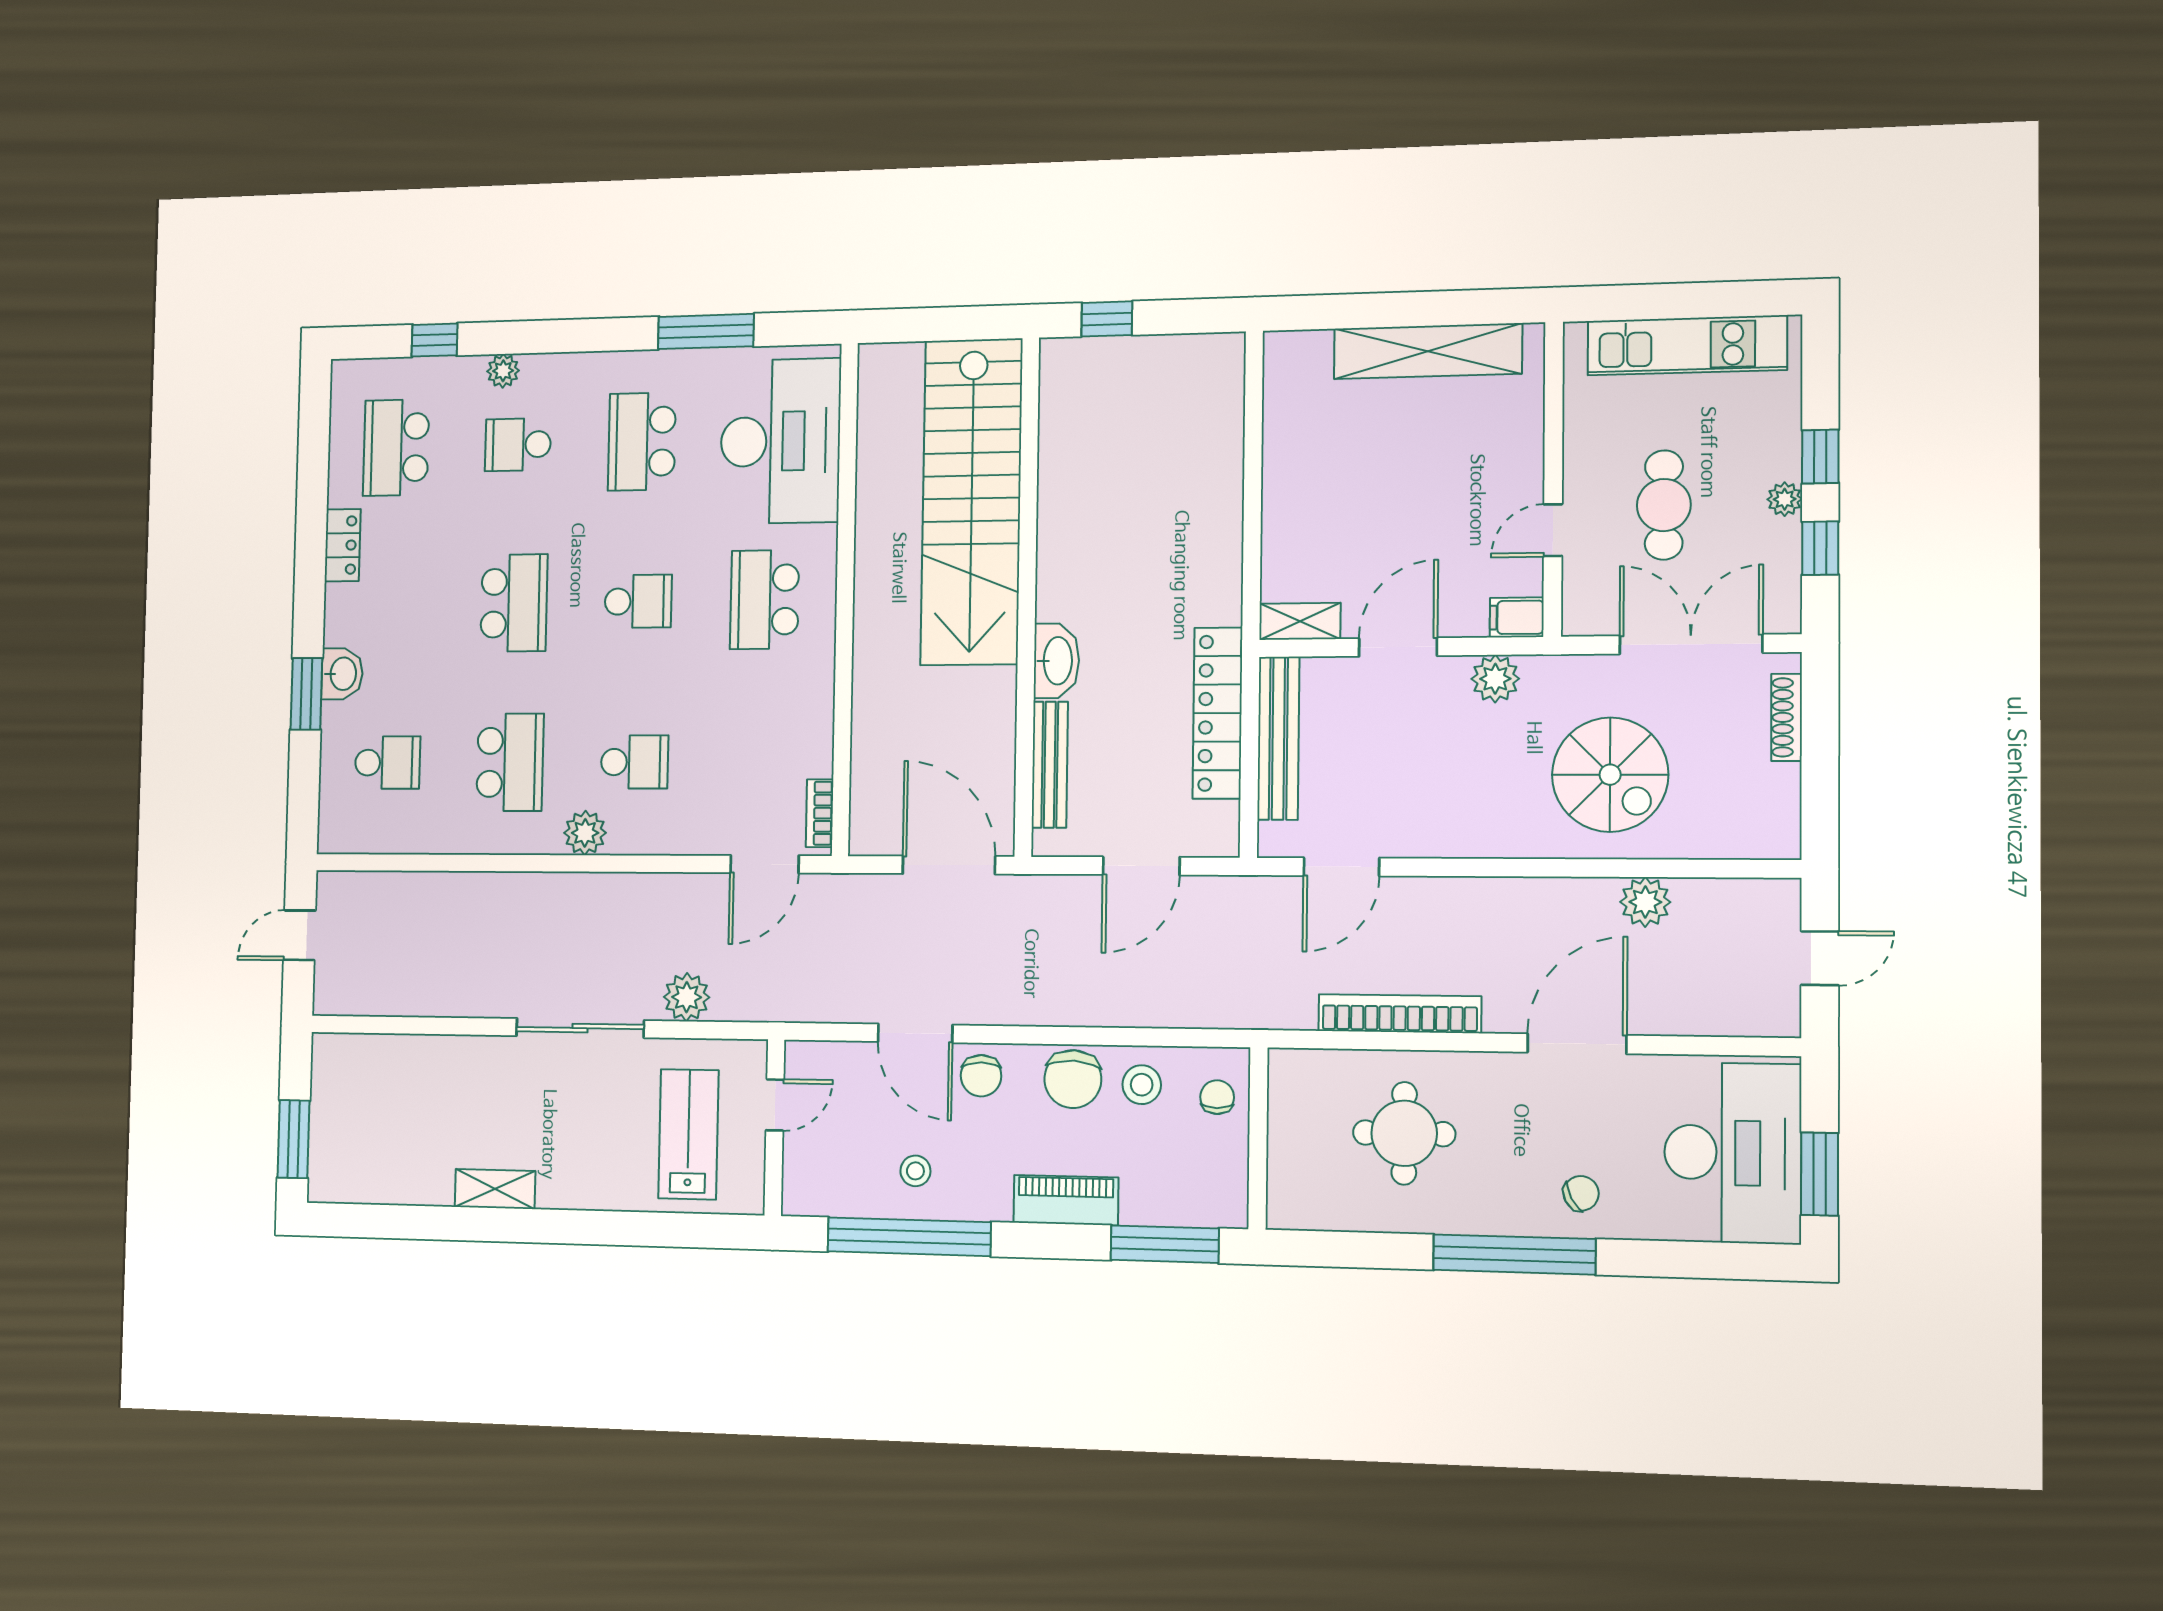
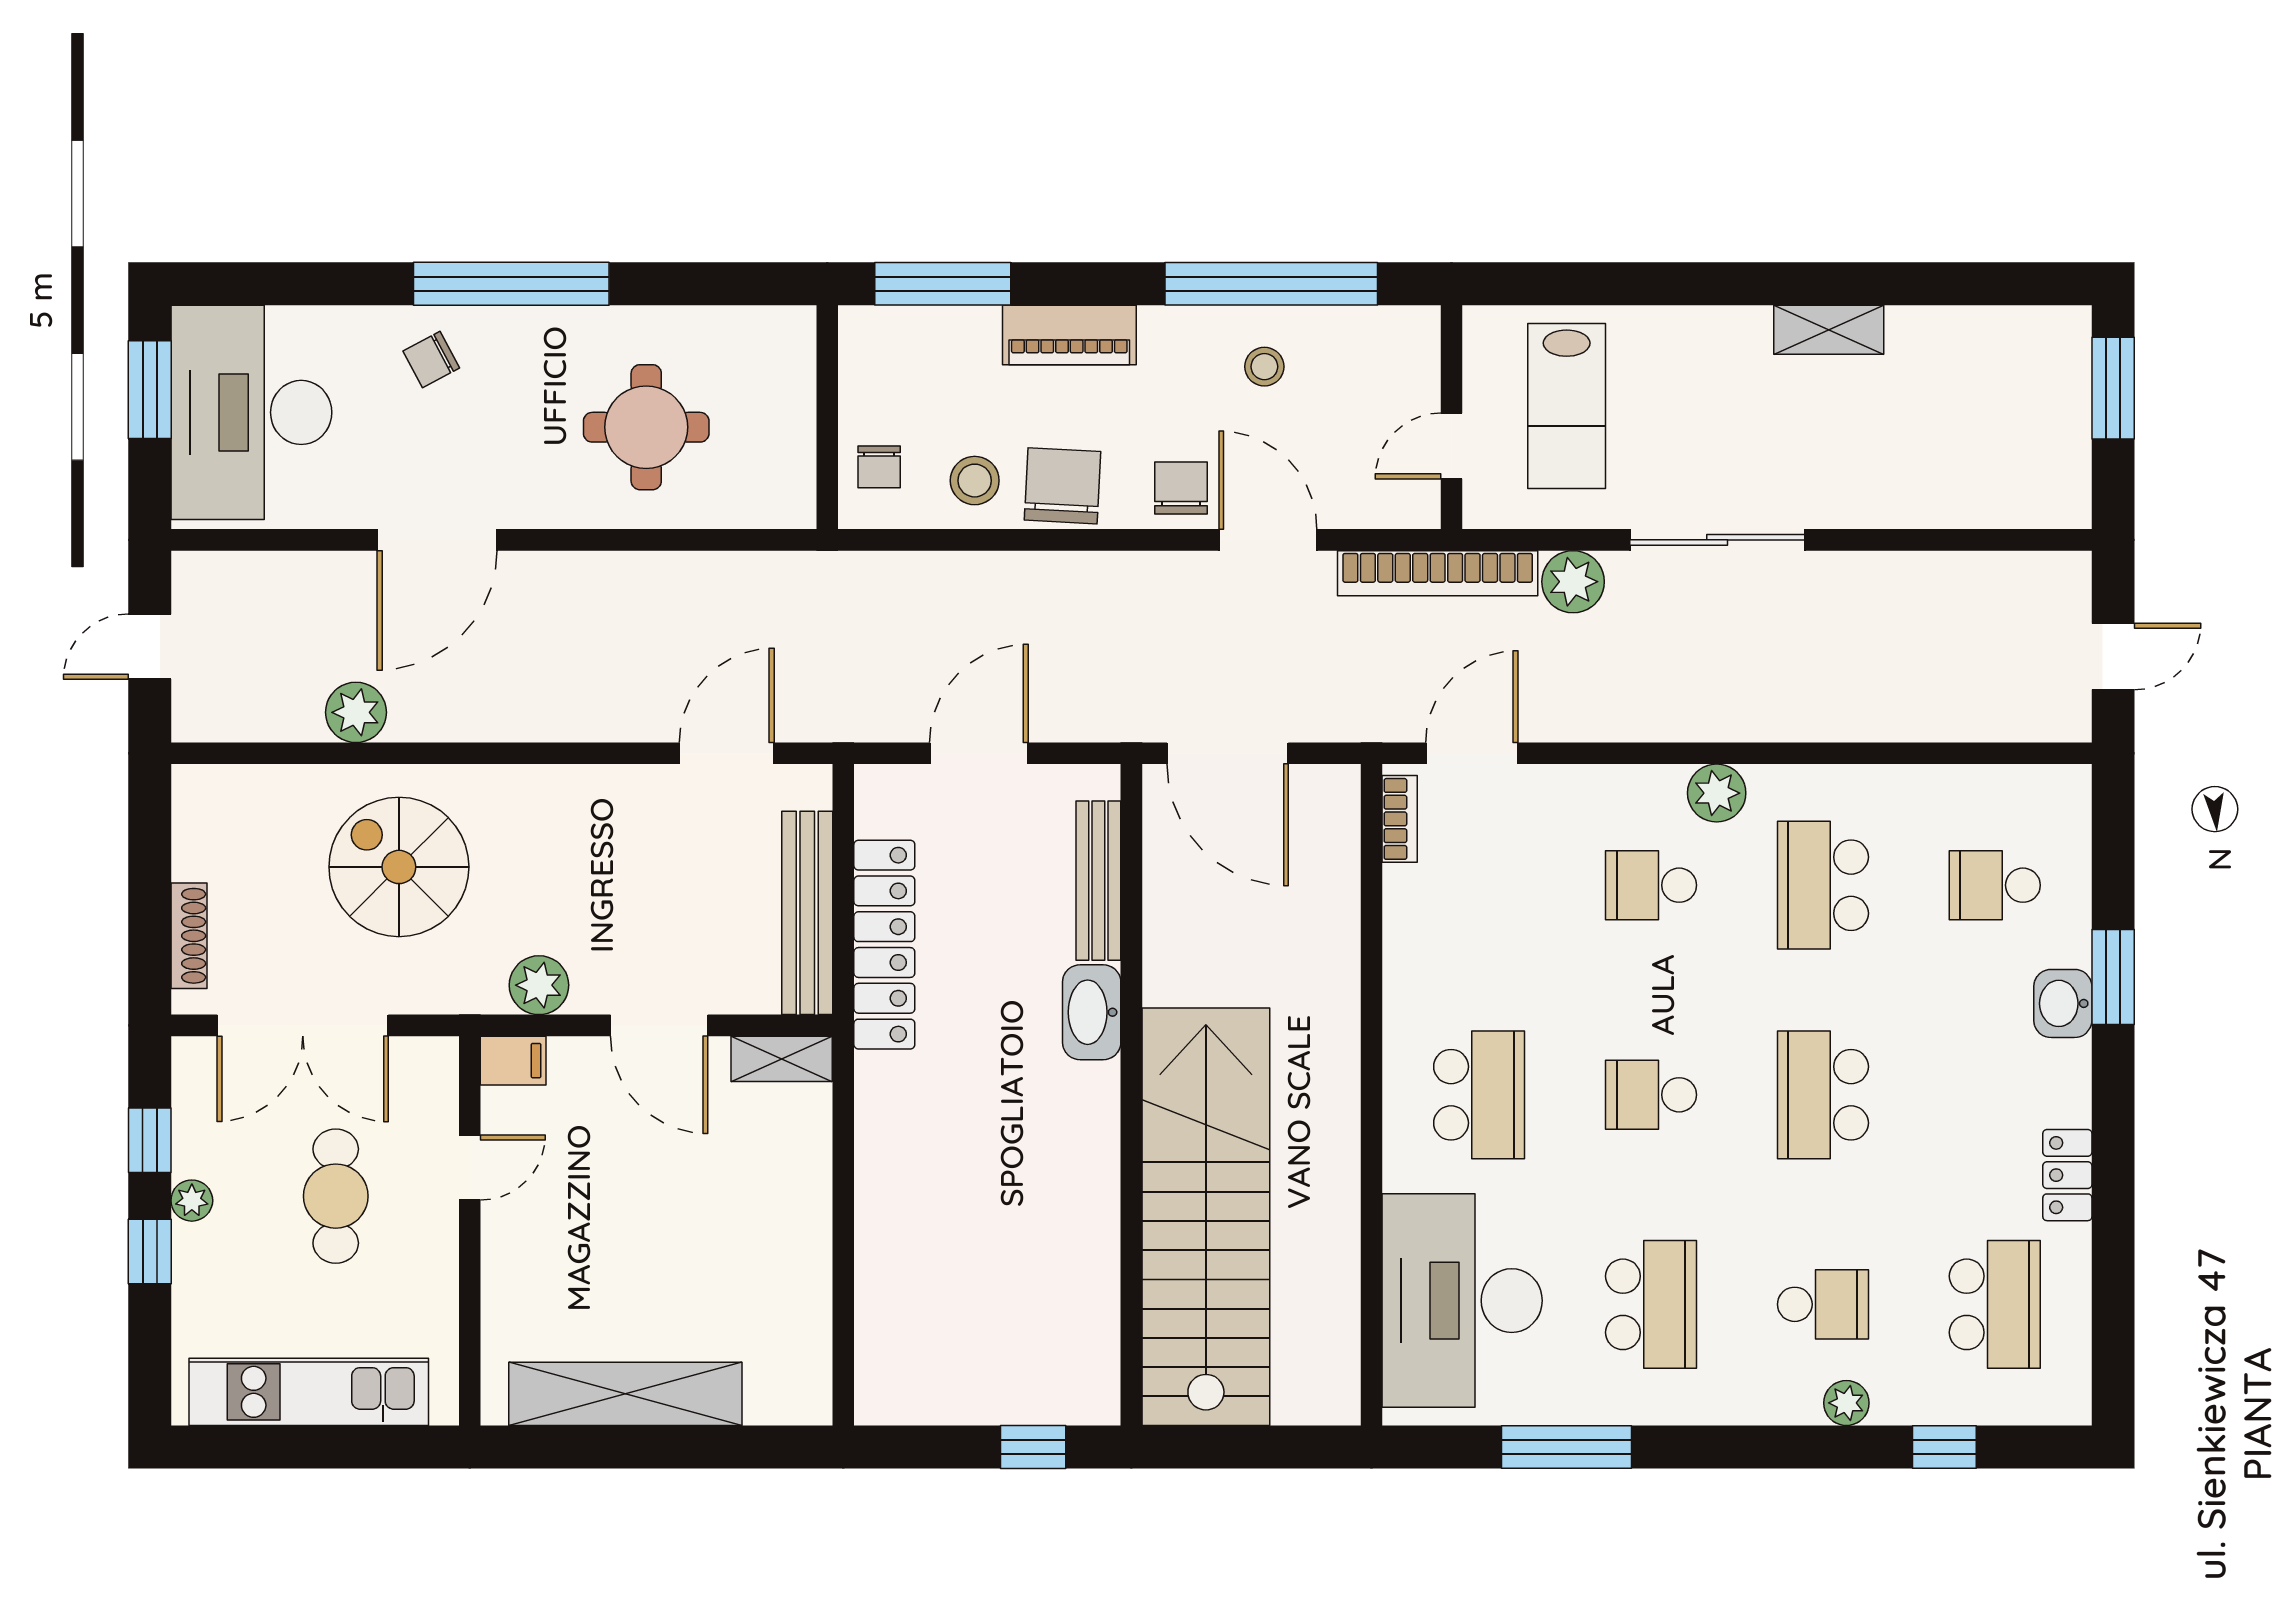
door: (1398, 647) -> (659, 1025), hinge flipped
bookcase: (1400, 1014) -> (1438, 573), moved

